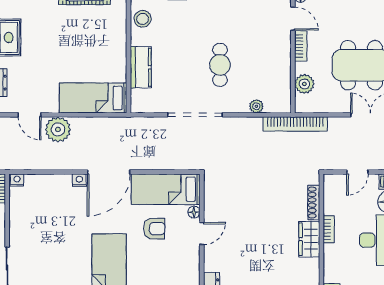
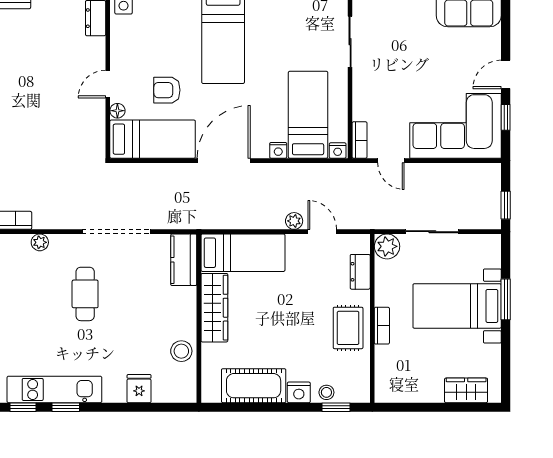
wardrobe: (116, 54) -> (214, 308), added
kitchen counter: (141, 67) -> (184, 260), moved
plant: (58, 129) -> (294, 221), width x0.53, depth x0.53
nightstand: (79, 180) -> (278, 150), moved
bed: (41, 209) -> (308, 115), added

